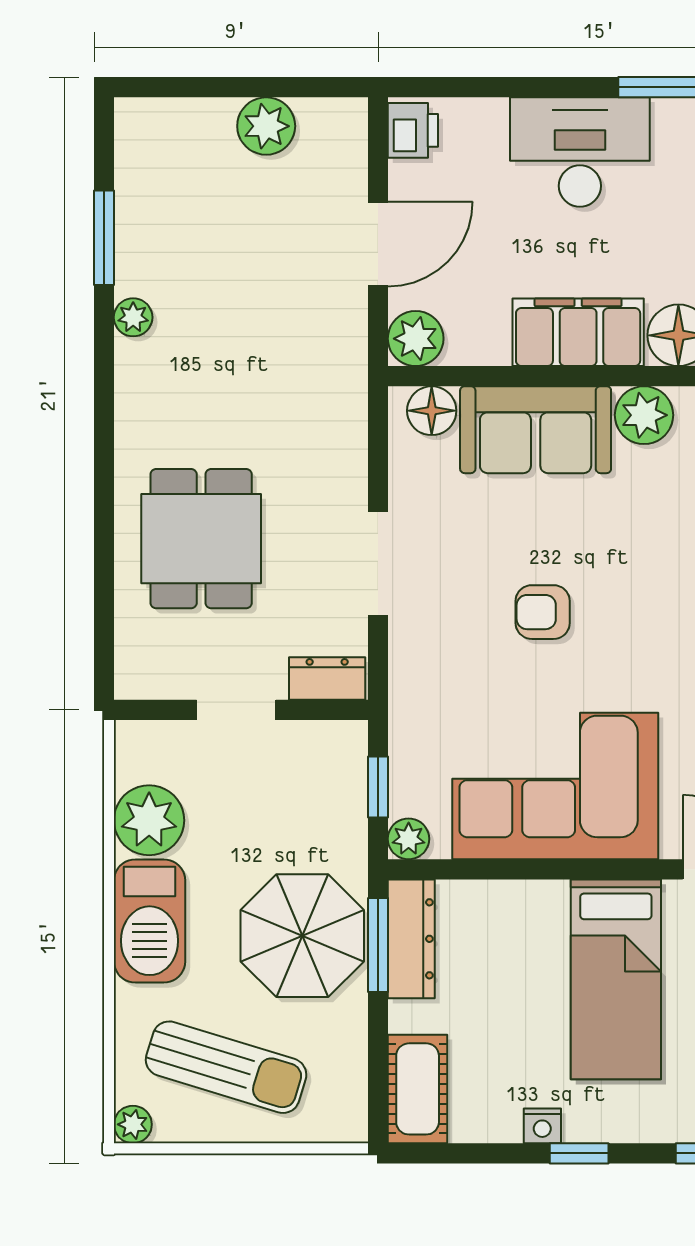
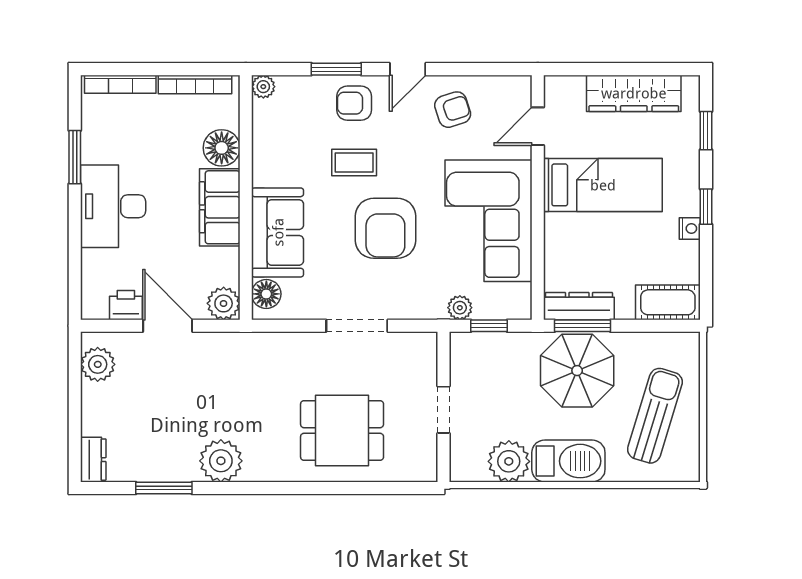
plant: (266, 126) -> (98, 364), moved
printer: (413, 130) -> (126, 305), moved
plant: (133, 317) -> (221, 461), width x1.88, depth x1.88
plant: (644, 415) -> (269, 168), removed
coffee table: (654, 559) -> (354, 163), added
armchair: (543, 612) -> (385, 228), width x1.88, depth x1.88
dresser: (327, 679) -> (93, 460), moved, turned 180
plant: (409, 839) -> (460, 308), moved
plant: (133, 1124) -> (689, 471), removed

